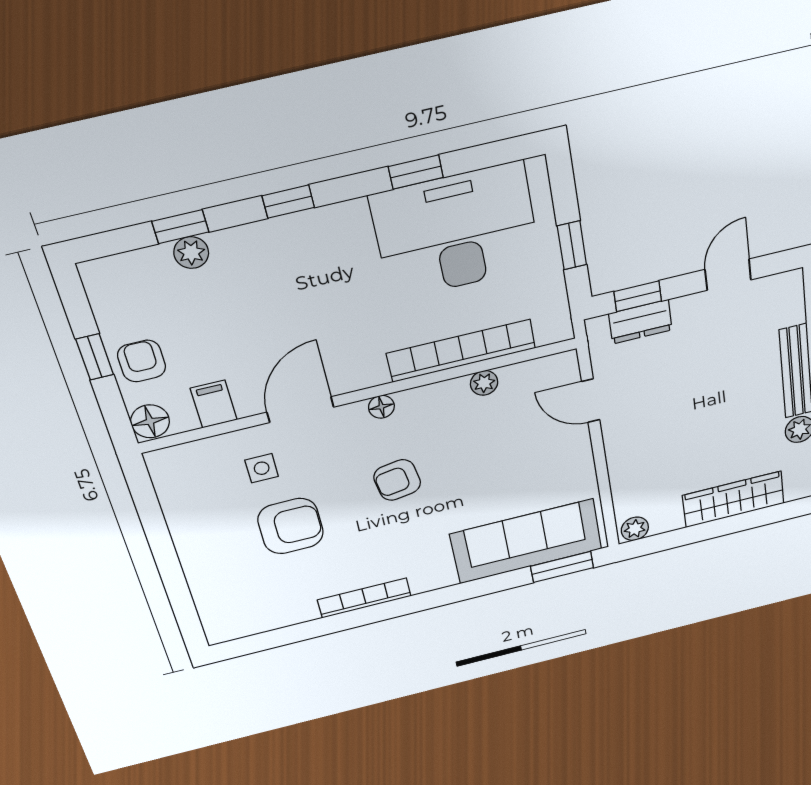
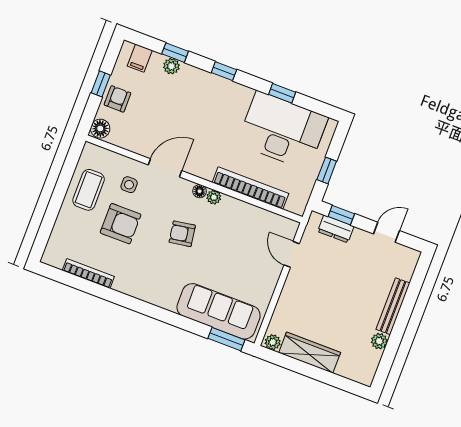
plant: (484, 383) -> (214, 197), moved
filing cabinet: (214, 404) -> (140, 58), moved, turned 180
wardrobe: (733, 499) -> (310, 353), moved
coffee table: (204, 514) -> (89, 190), added
bookcase: (364, 598) -> (88, 274), moved

